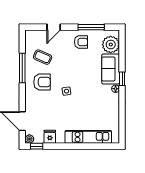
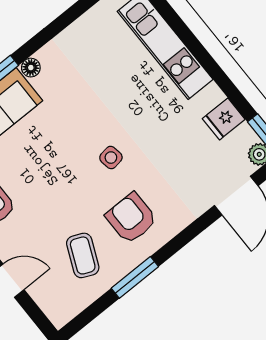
window: (22, 68) -> (135, 277), width x0.69

